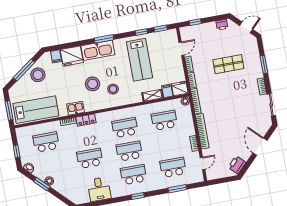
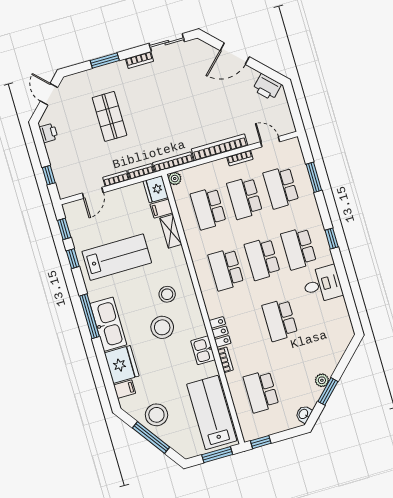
window: (104, 39) -> (89, 316), width x1.44
door: (181, 49) -> (93, 193), swing flipped
school desk: (169, 144) -> (245, 198), added
window: (17, 151) -> (261, 442), moved
desk: (99, 189) -> (322, 284), moved

